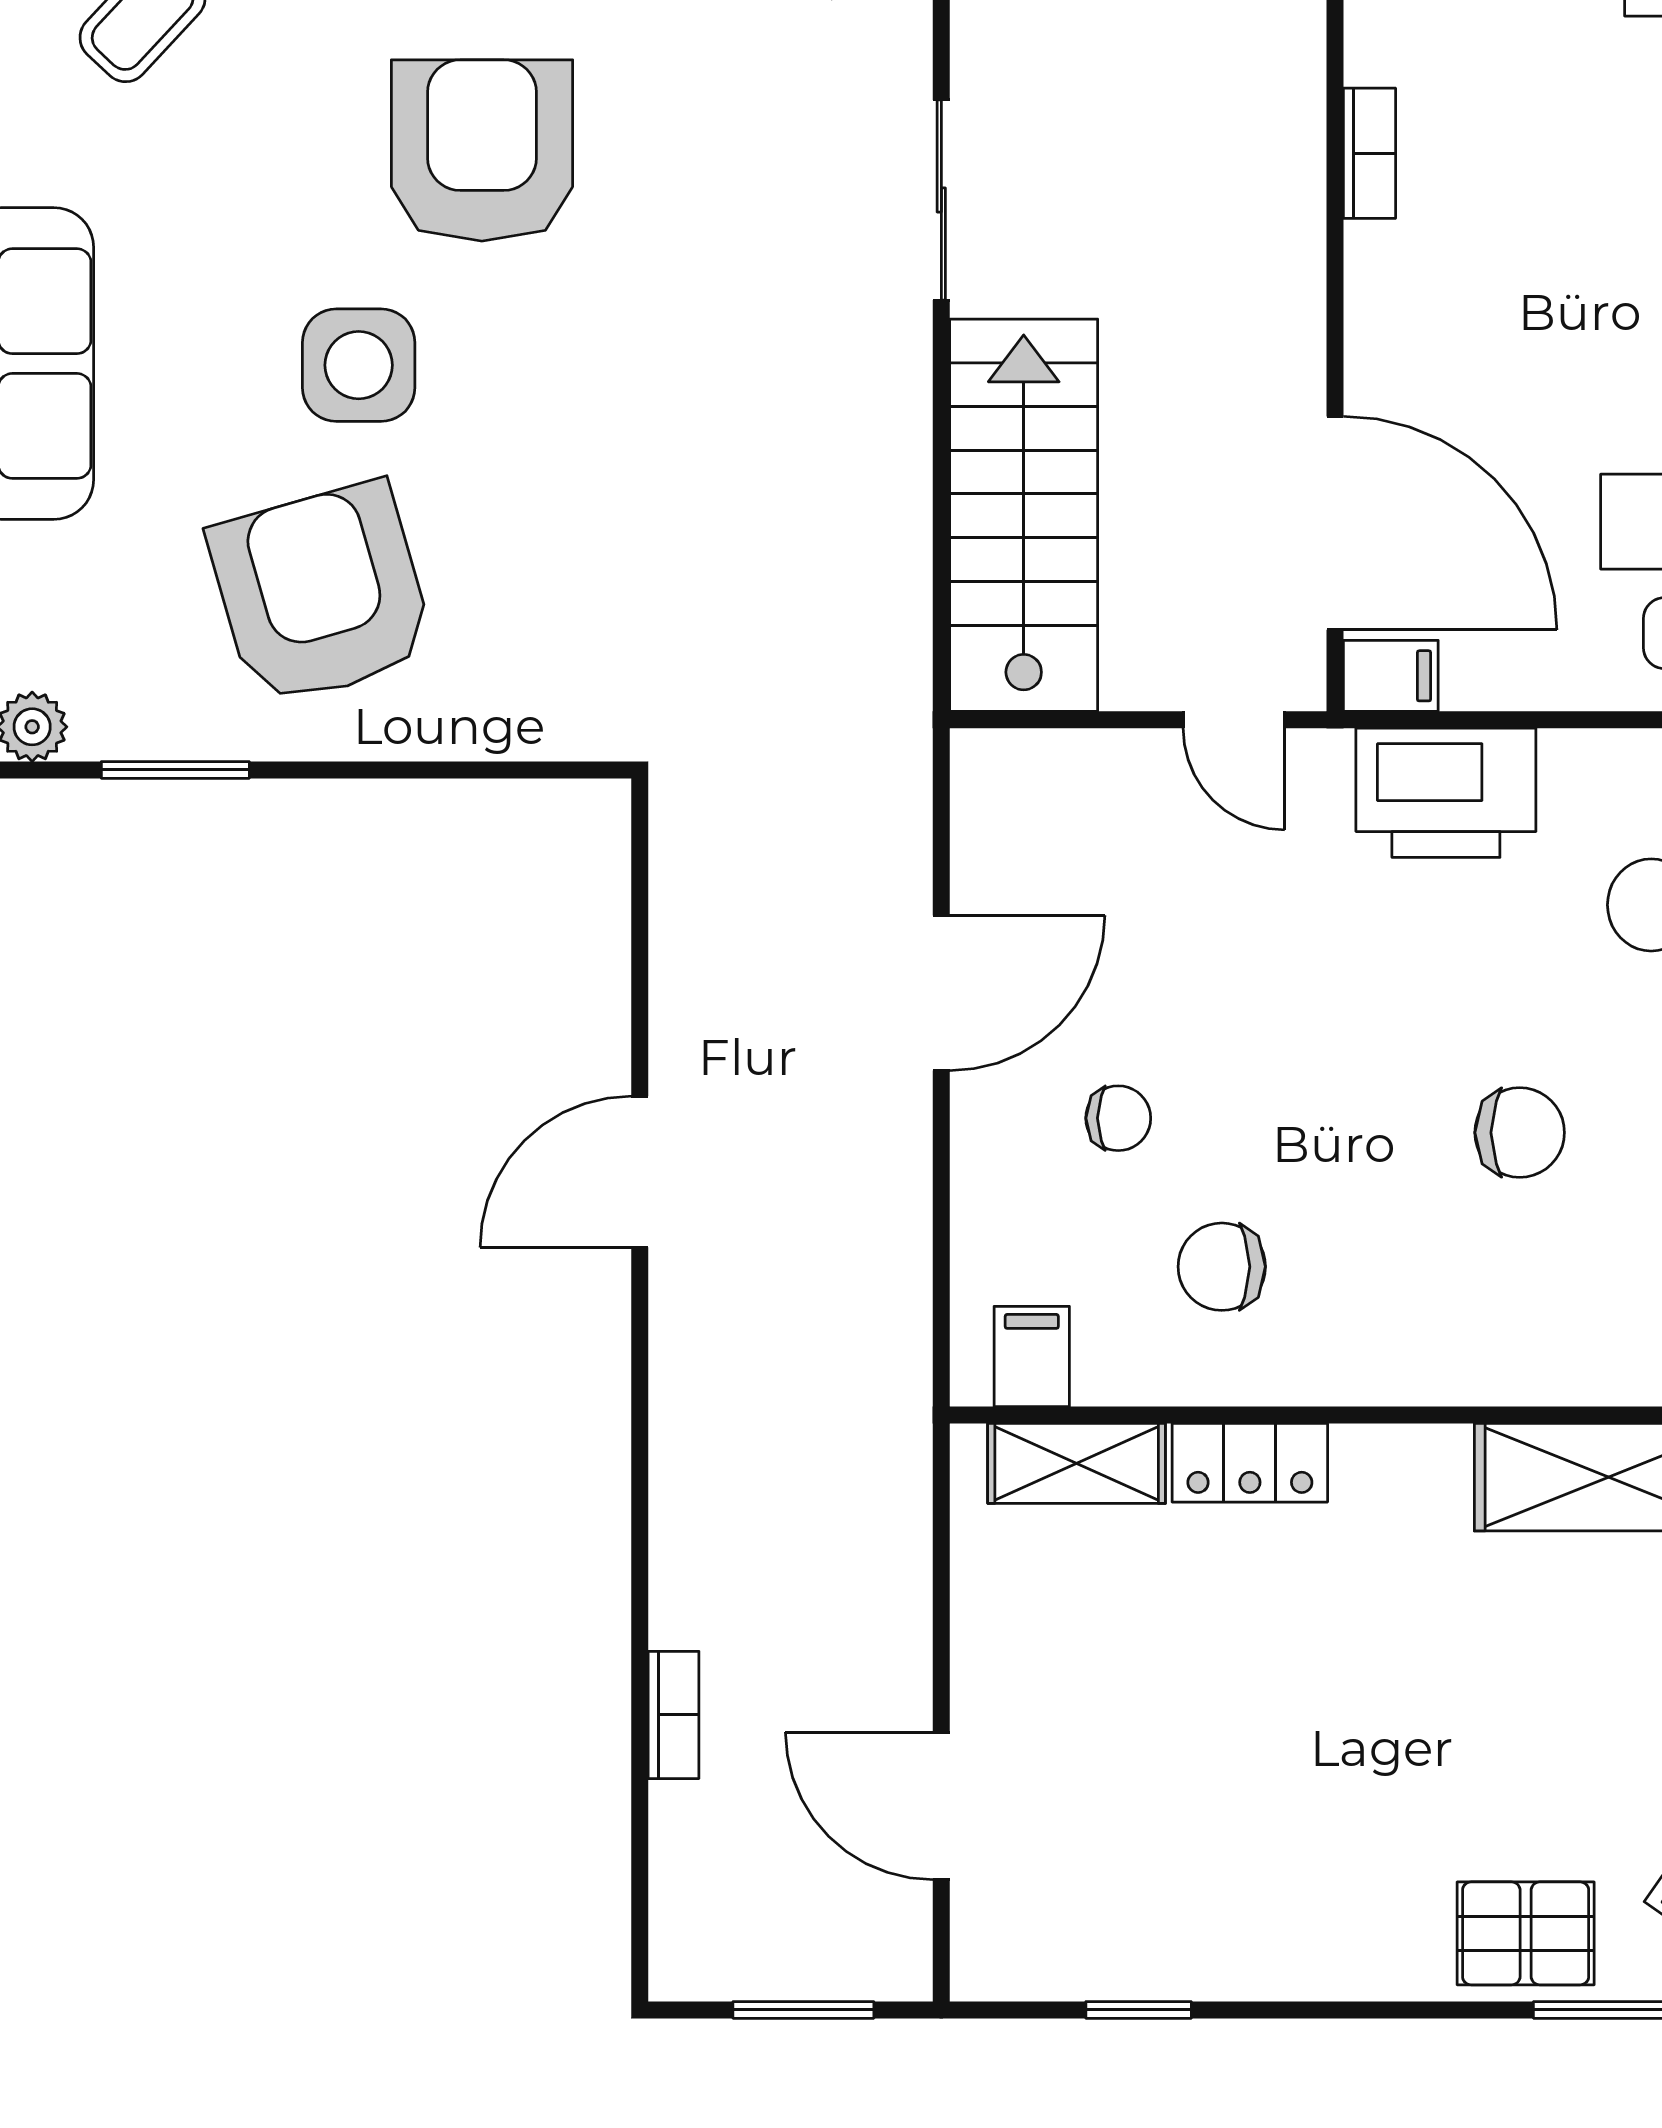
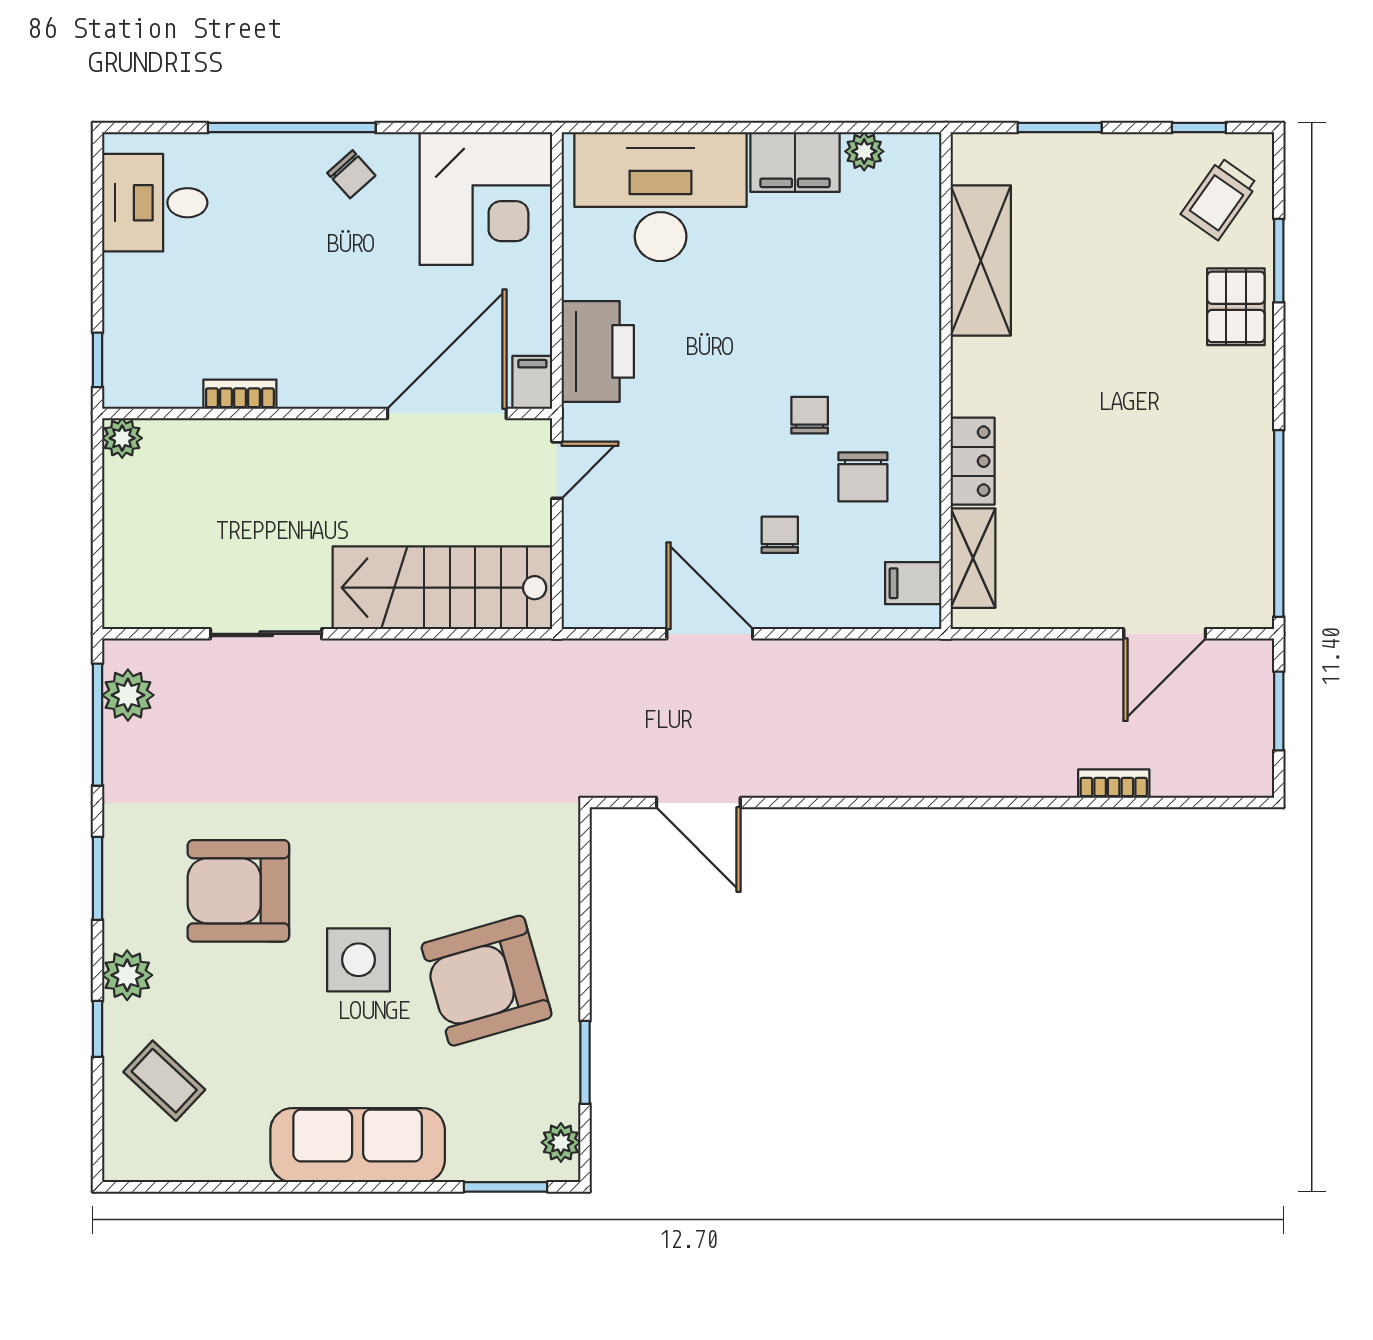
chair: (1520, 1133) -> (810, 415), moved, width x0.73, depth x0.73
door: (640, 1172) -> (698, 803), moved
window: (1139, 2010) -> (1279, 523), width x3.17

